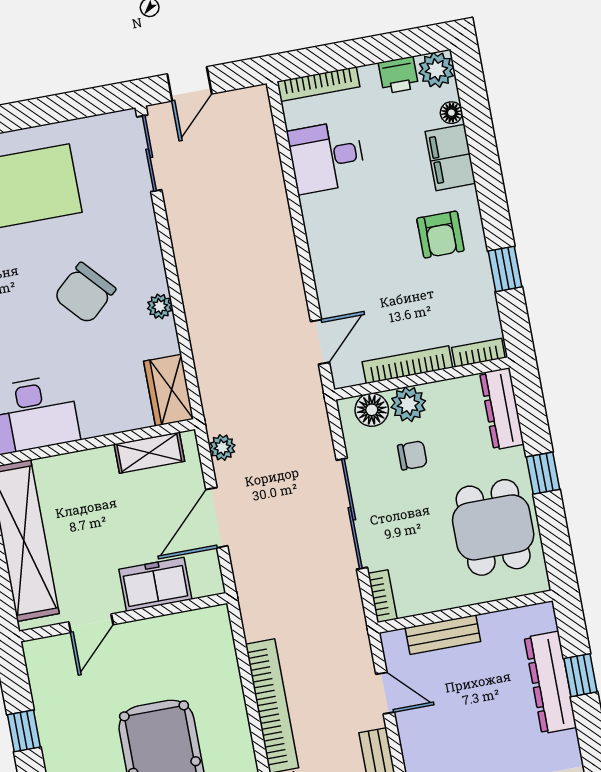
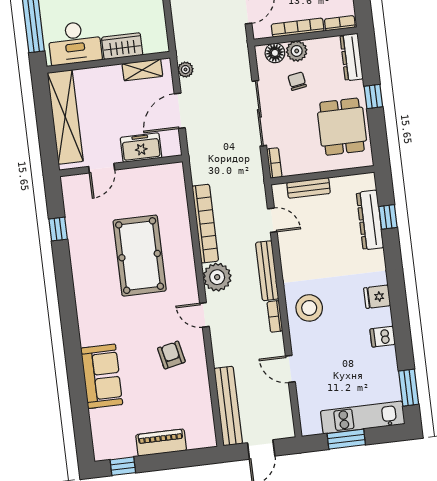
wardrobe: (169, 390) -> (122, 46), moved, turned 90
chair: (412, 455) -> (297, 81), turned -99

